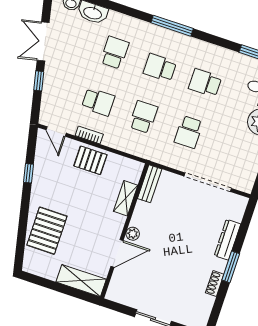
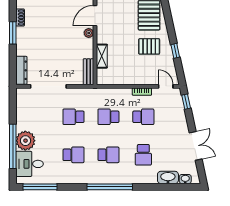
window: (172, 26) -> (110, 187), width x1.46
window: (39, 81) -> (186, 102), moved
school desk: (98, 102) -> (143, 117), turned 180
school desk: (143, 117) -> (108, 117), turned 90
school desk: (189, 132) -> (73, 117), turned -90
pallet: (90, 160) -> (149, 46), moved
dresser: (227, 240) -> (21, 70), moved

